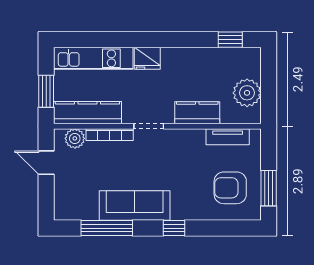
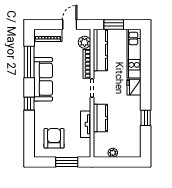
window: (230, 40) -> (146, 118), moved
plant: (247, 93) -> (113, 153), width x0.53, depth x0.53
tv unit: (228, 137) -> (86, 124), moved
window: (269, 188) -> (67, 162), moved
piano: (64, 198) -> (48, 35), added

